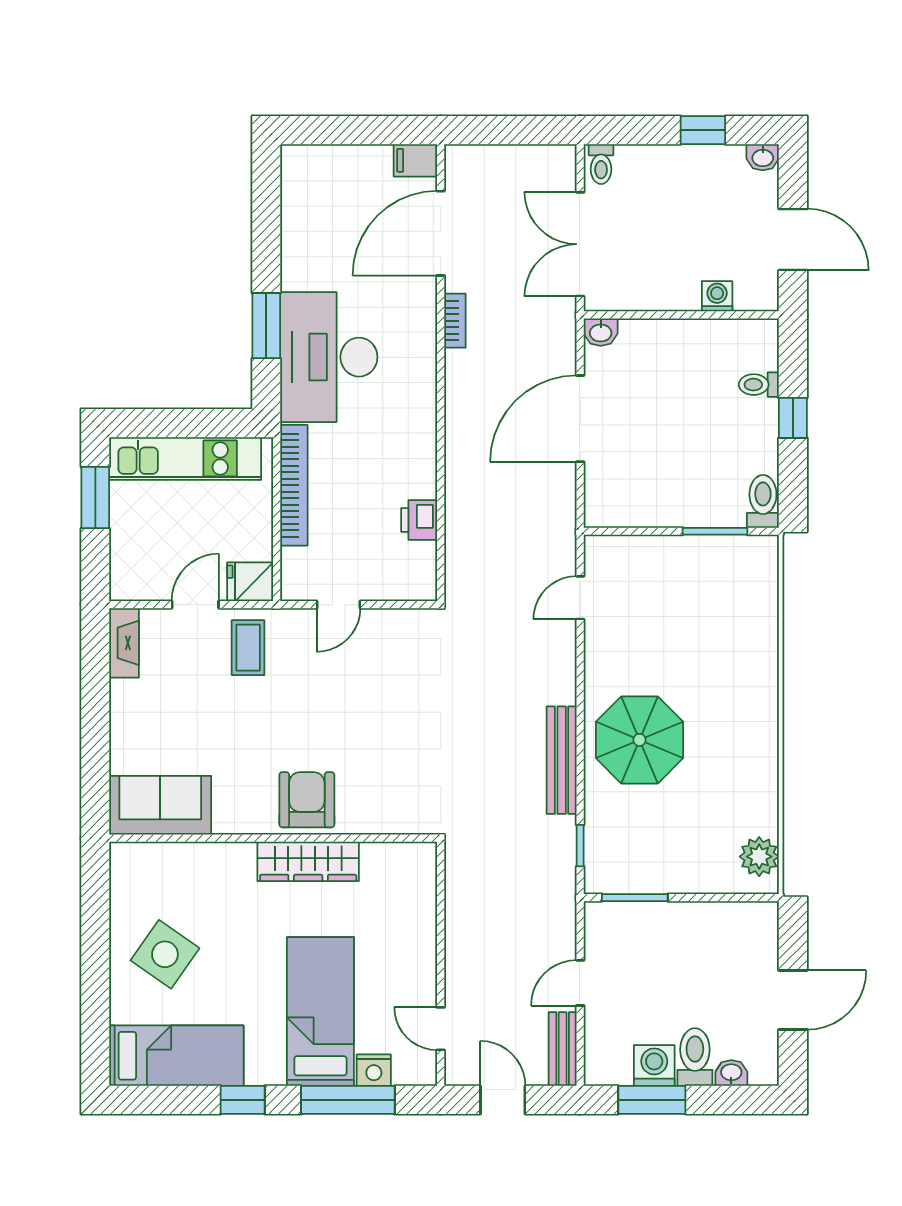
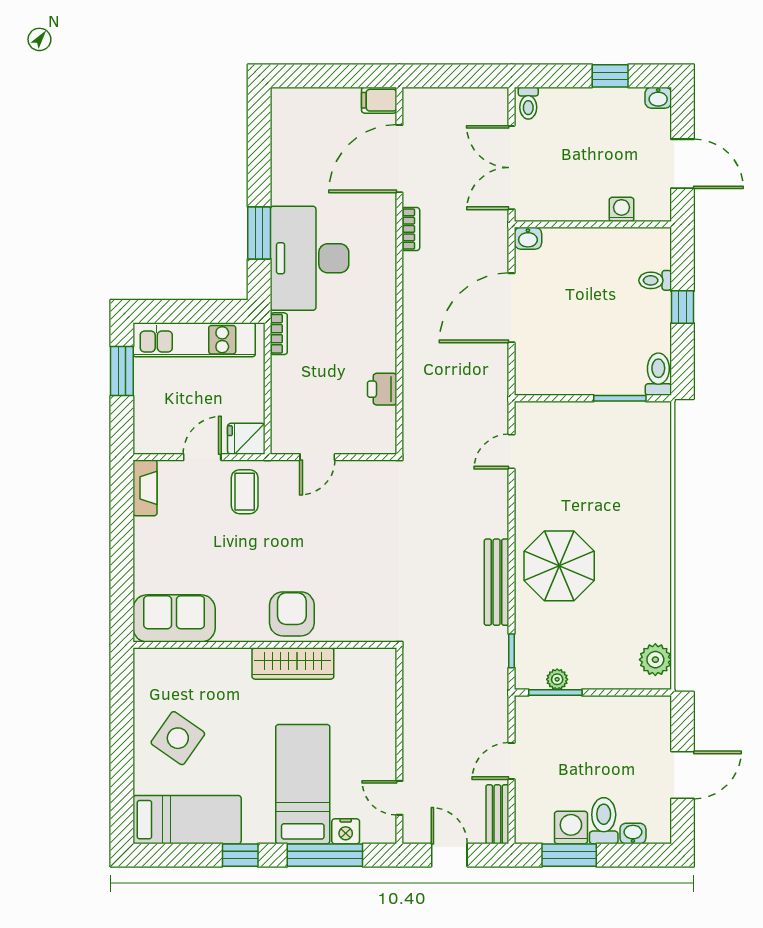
bookcase: (294, 485) -> (279, 334), width x0.43, depth x0.76
plant: (637, 881) -> (557, 679), added

